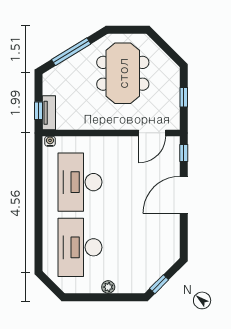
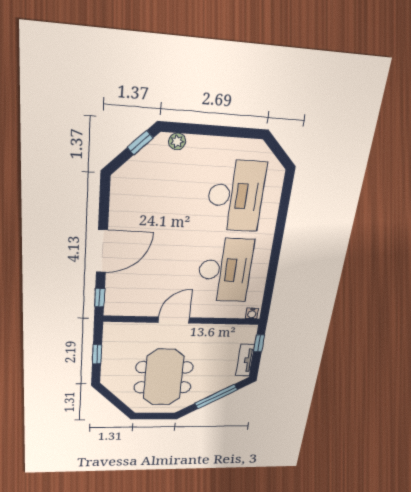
tv unit: (49, 113) -> (245, 360), moved
door: (152, 133) -> (174, 320), moved
plant: (108, 287) -> (177, 141), moved

